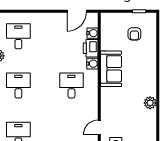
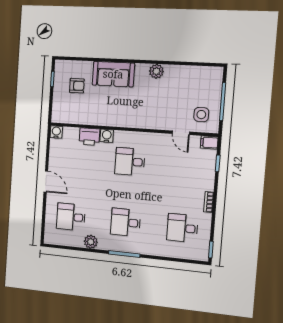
door: (77, 11) -> (46, 182), moved
water cooler: (93, 33) -> (56, 132), moved
sofa: (111, 69) -> (113, 74), moved, turned 180

